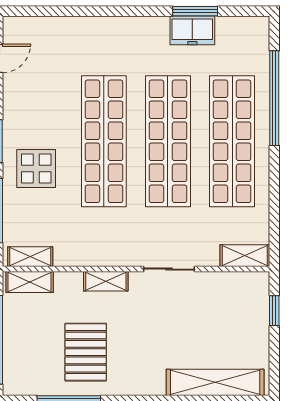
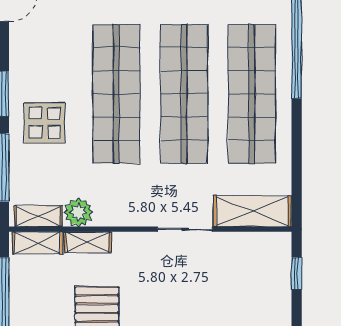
plant: (68, 253) -> (78, 212), added
shelving: (245, 256) -> (252, 211), width x1.50, depth x1.33
shelving: (106, 281) -> (88, 242), moved

